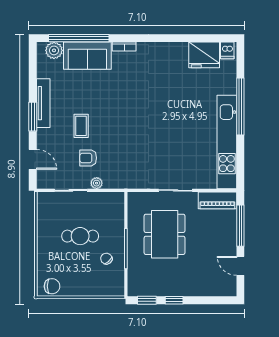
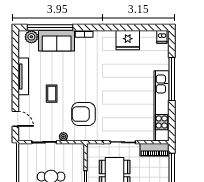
fridge: (204, 55) -> (128, 40), moved
window: (33, 117) -> (15, 87), removed
armchair: (88, 158) -> (83, 114), moved, width x1.88, depth x1.88

